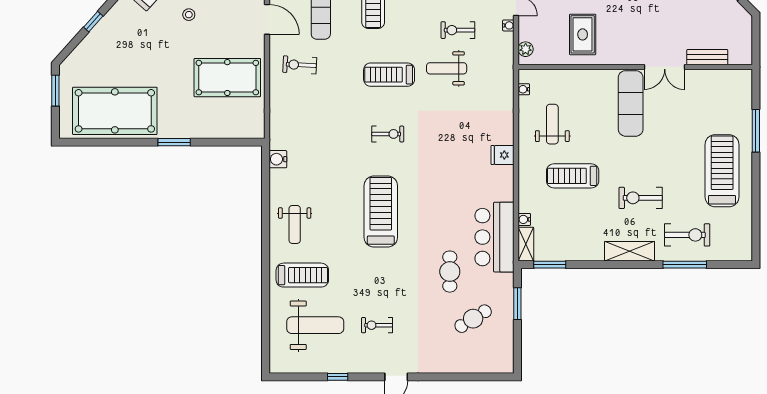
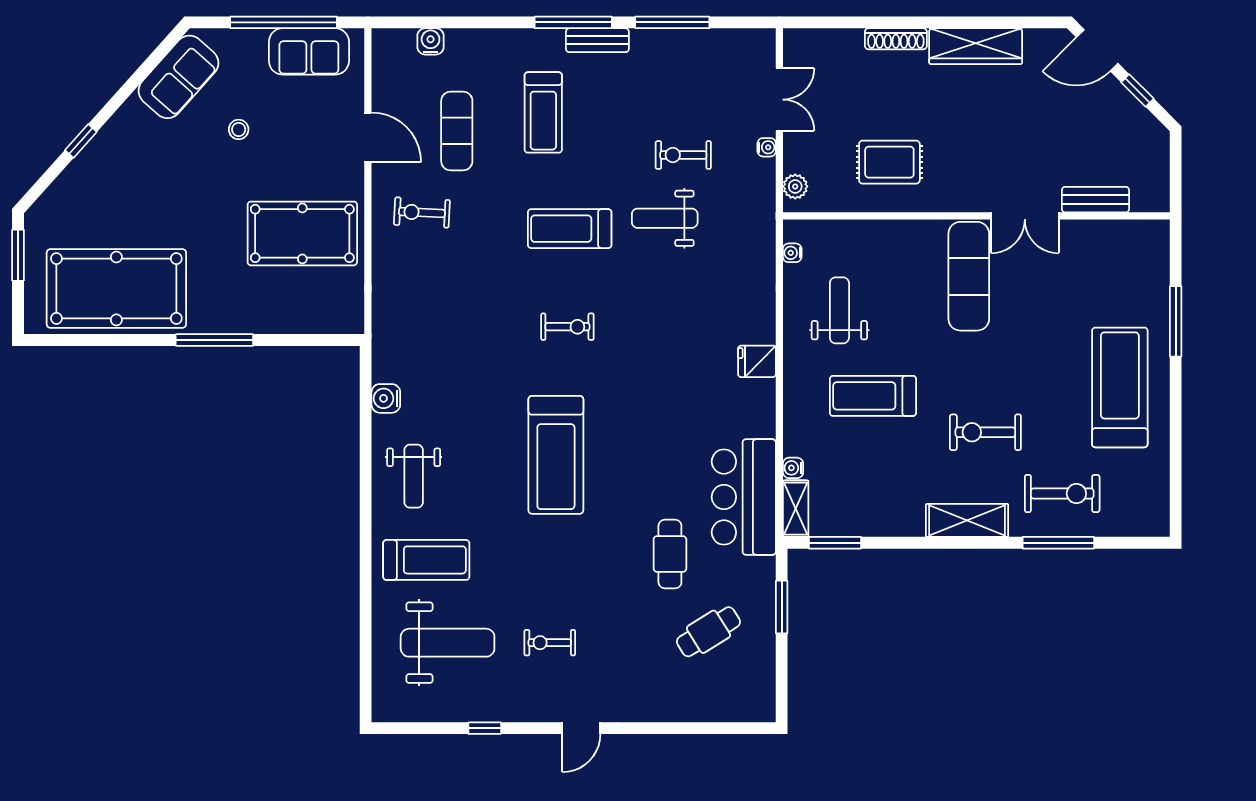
rug: (583, 34) -> (889, 162), turned 90
window: (174, 142) -> (214, 340), width x1.44
water cooler: (278, 159) -> (386, 398), moved
treadmill: (381, 212) -> (556, 455), turned 180

